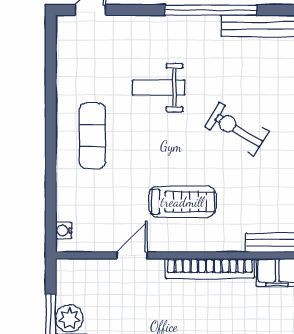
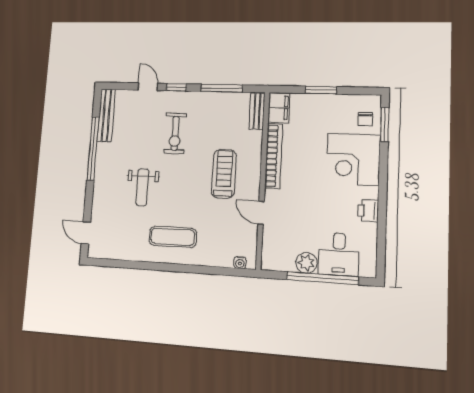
exercise bike: (237, 129) -> (175, 133), turned -31

